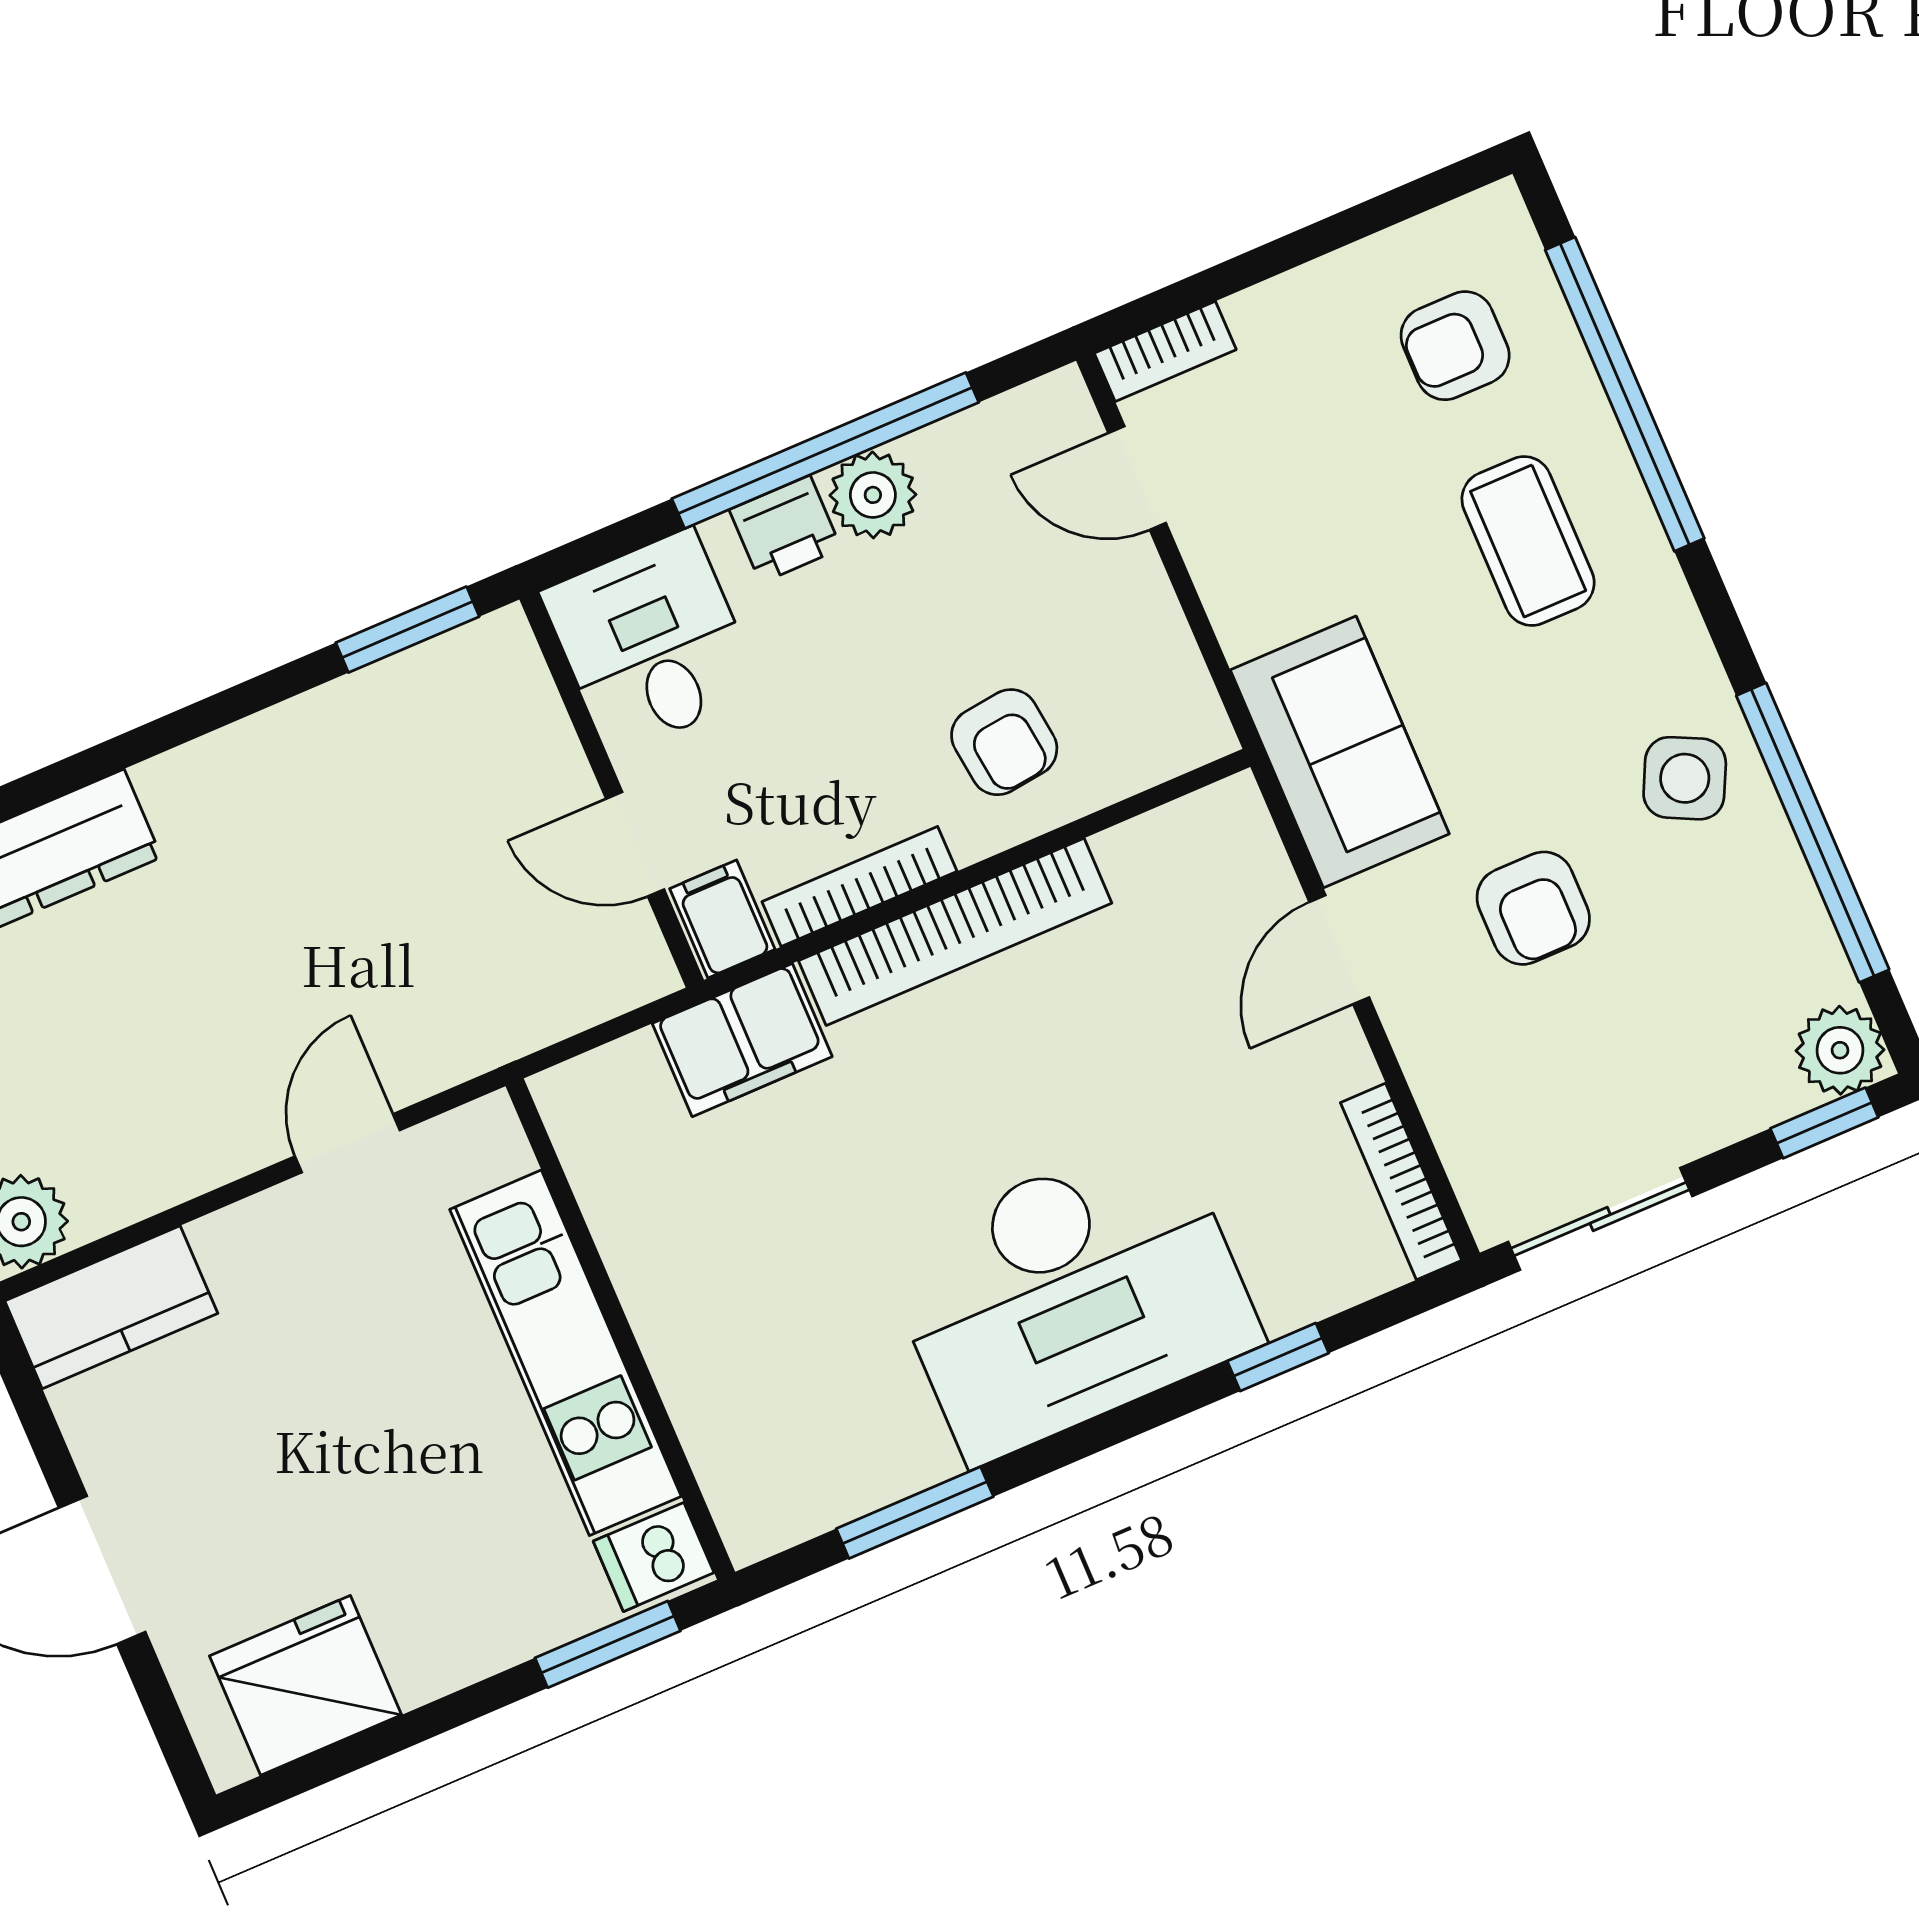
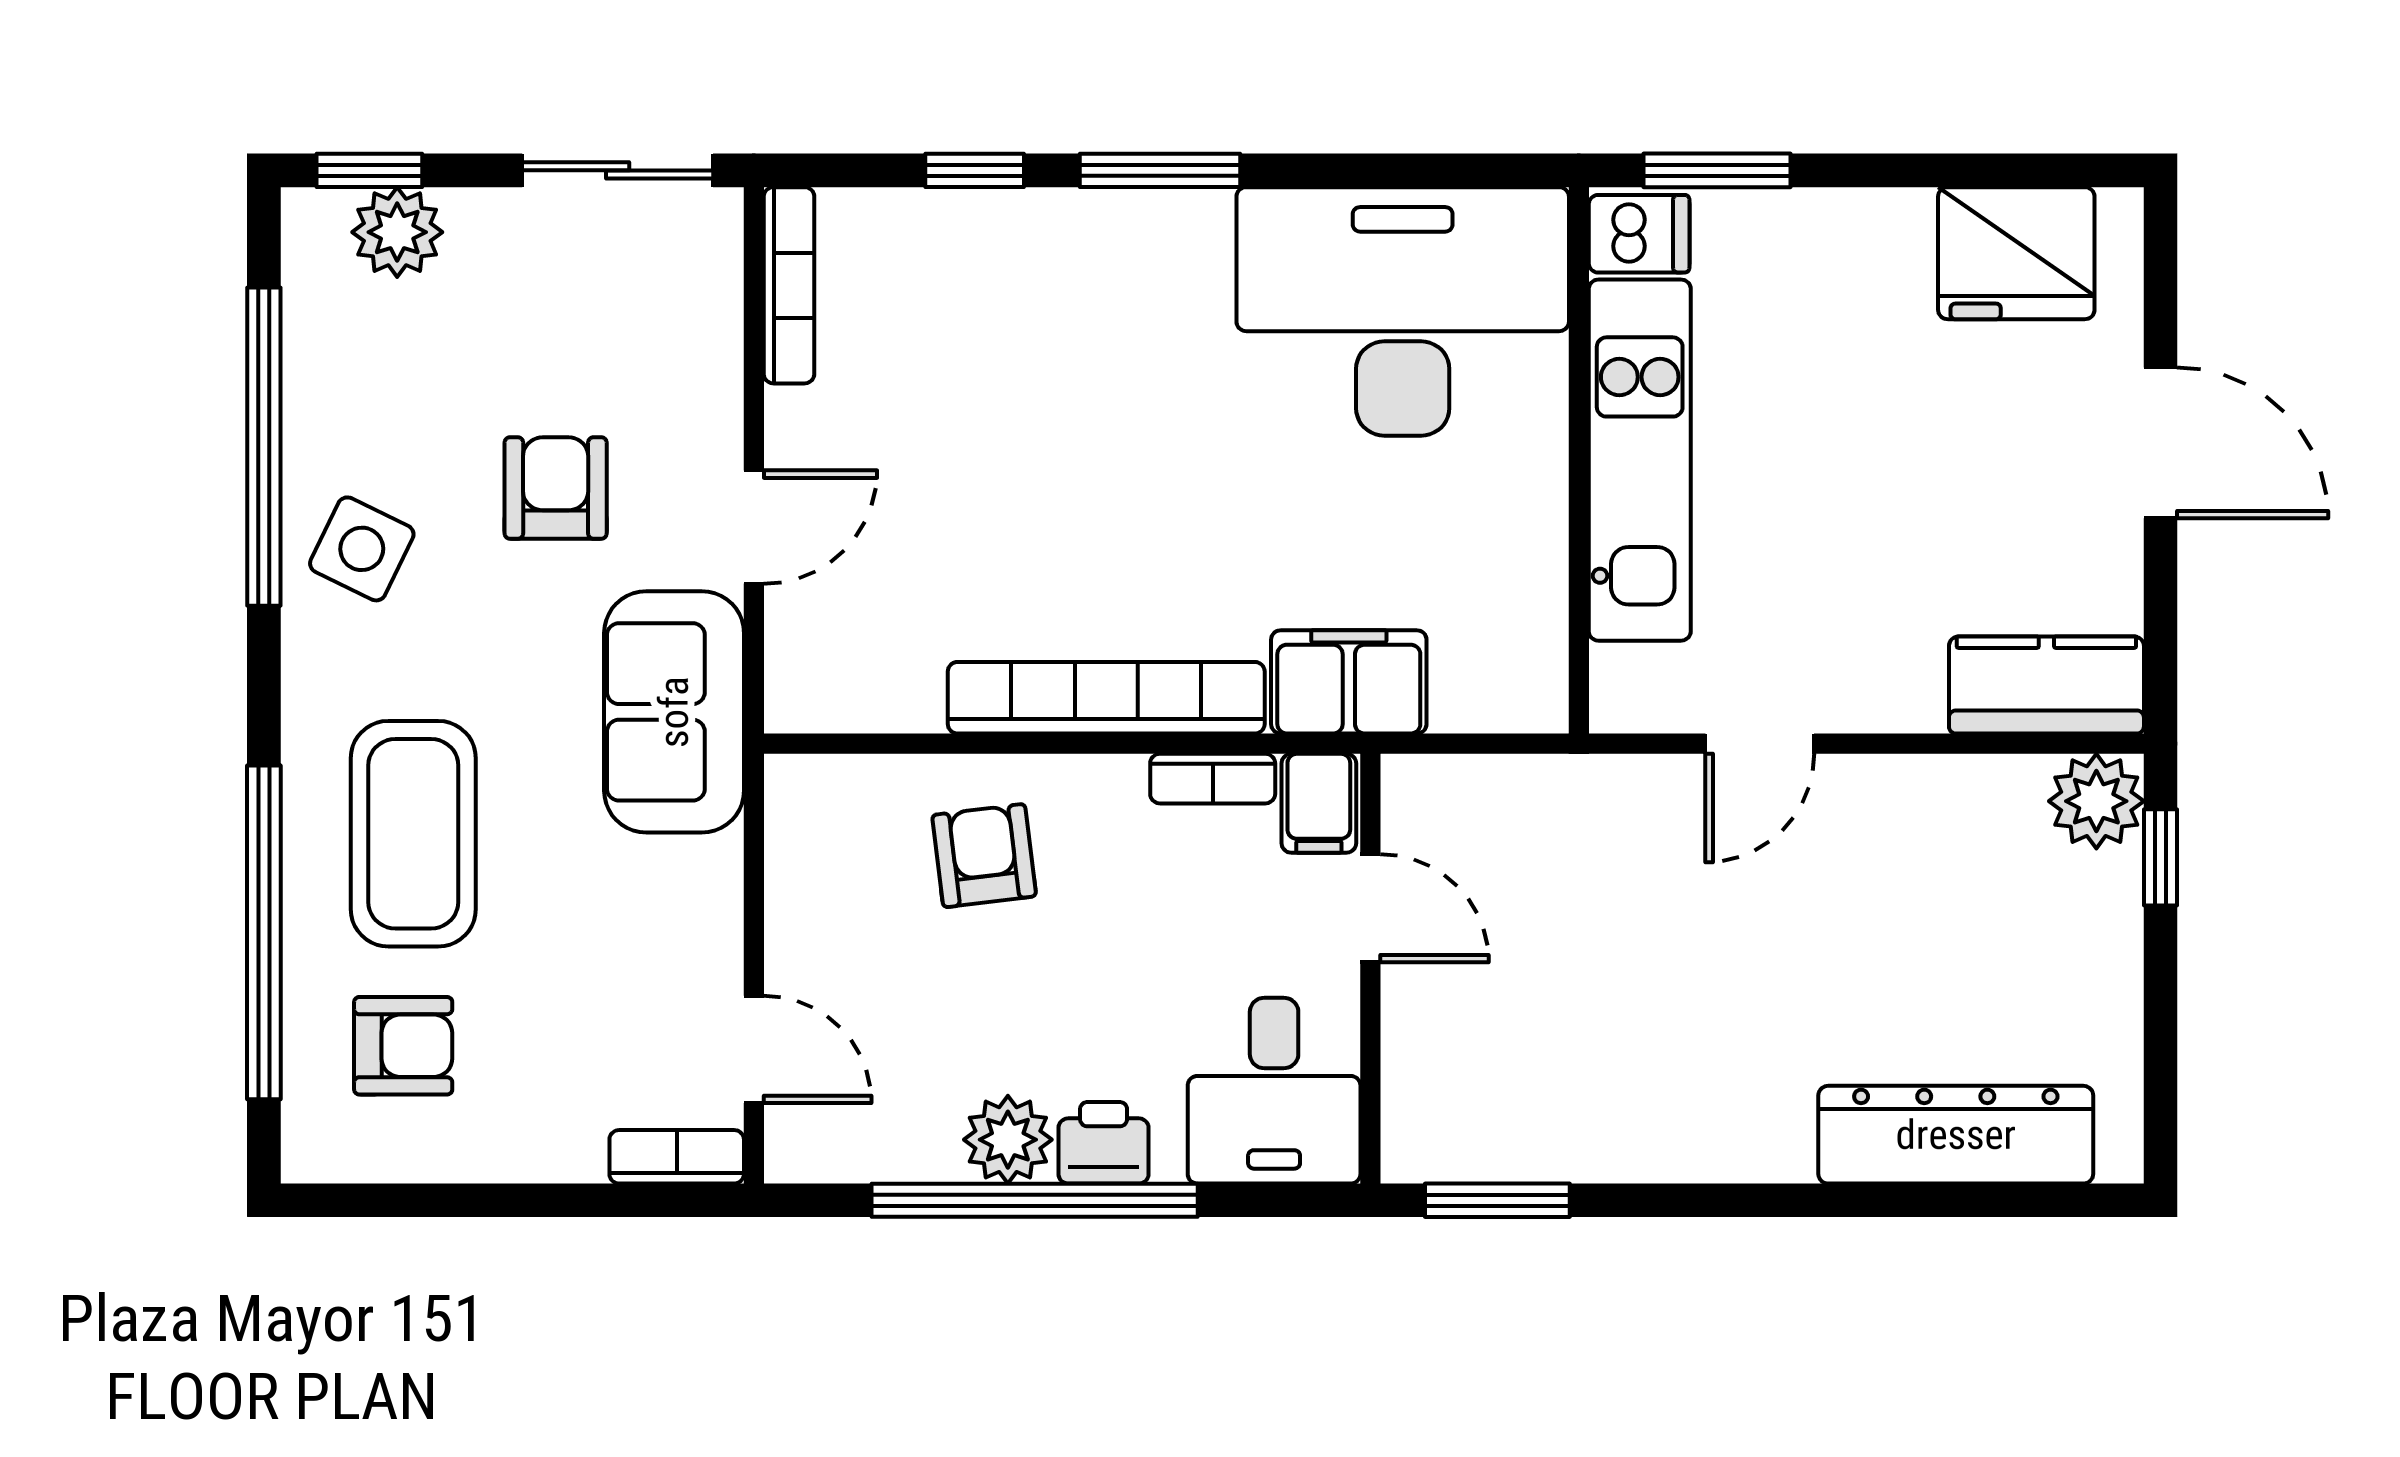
coffee table: (1528, 541) -> (413, 834), width x1.36, depth x1.32
bookcase: (859, 886) -> (1213, 779), width x0.64
plant: (1840, 1050) -> (397, 232), moved
desk: (1071, 1295) -> (1403, 311), moved
window: (915, 1513) -> (1160, 170), moved

